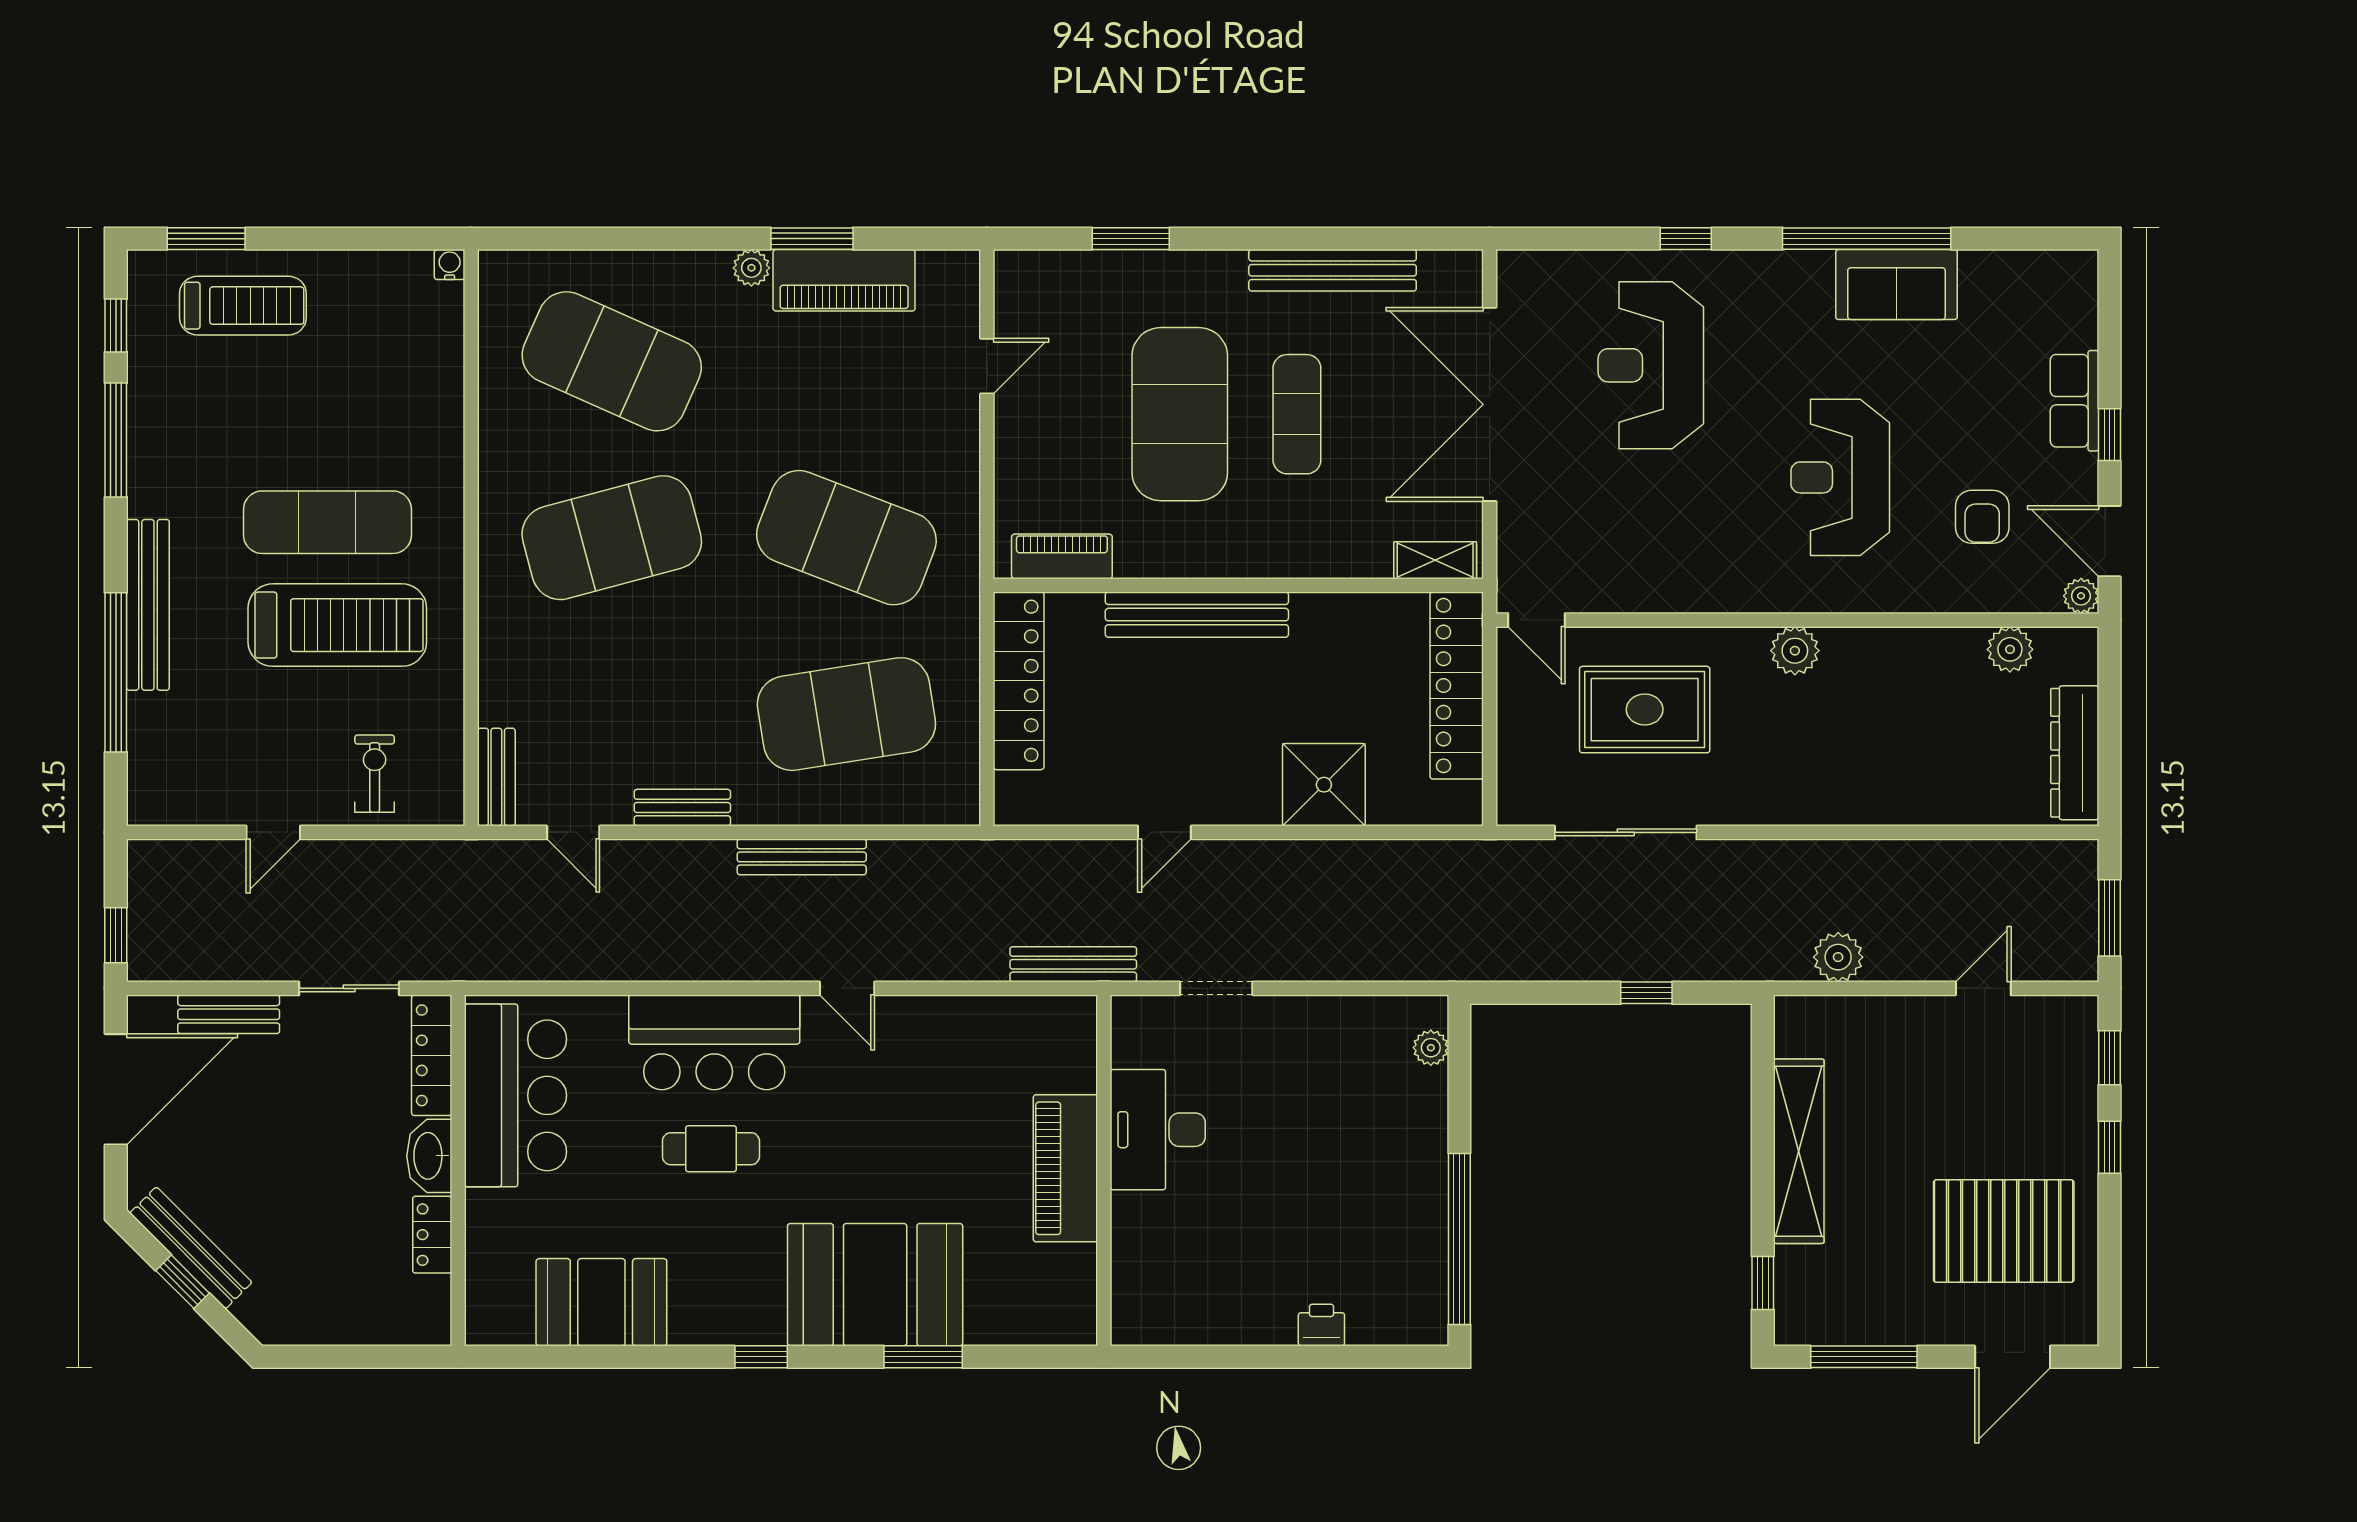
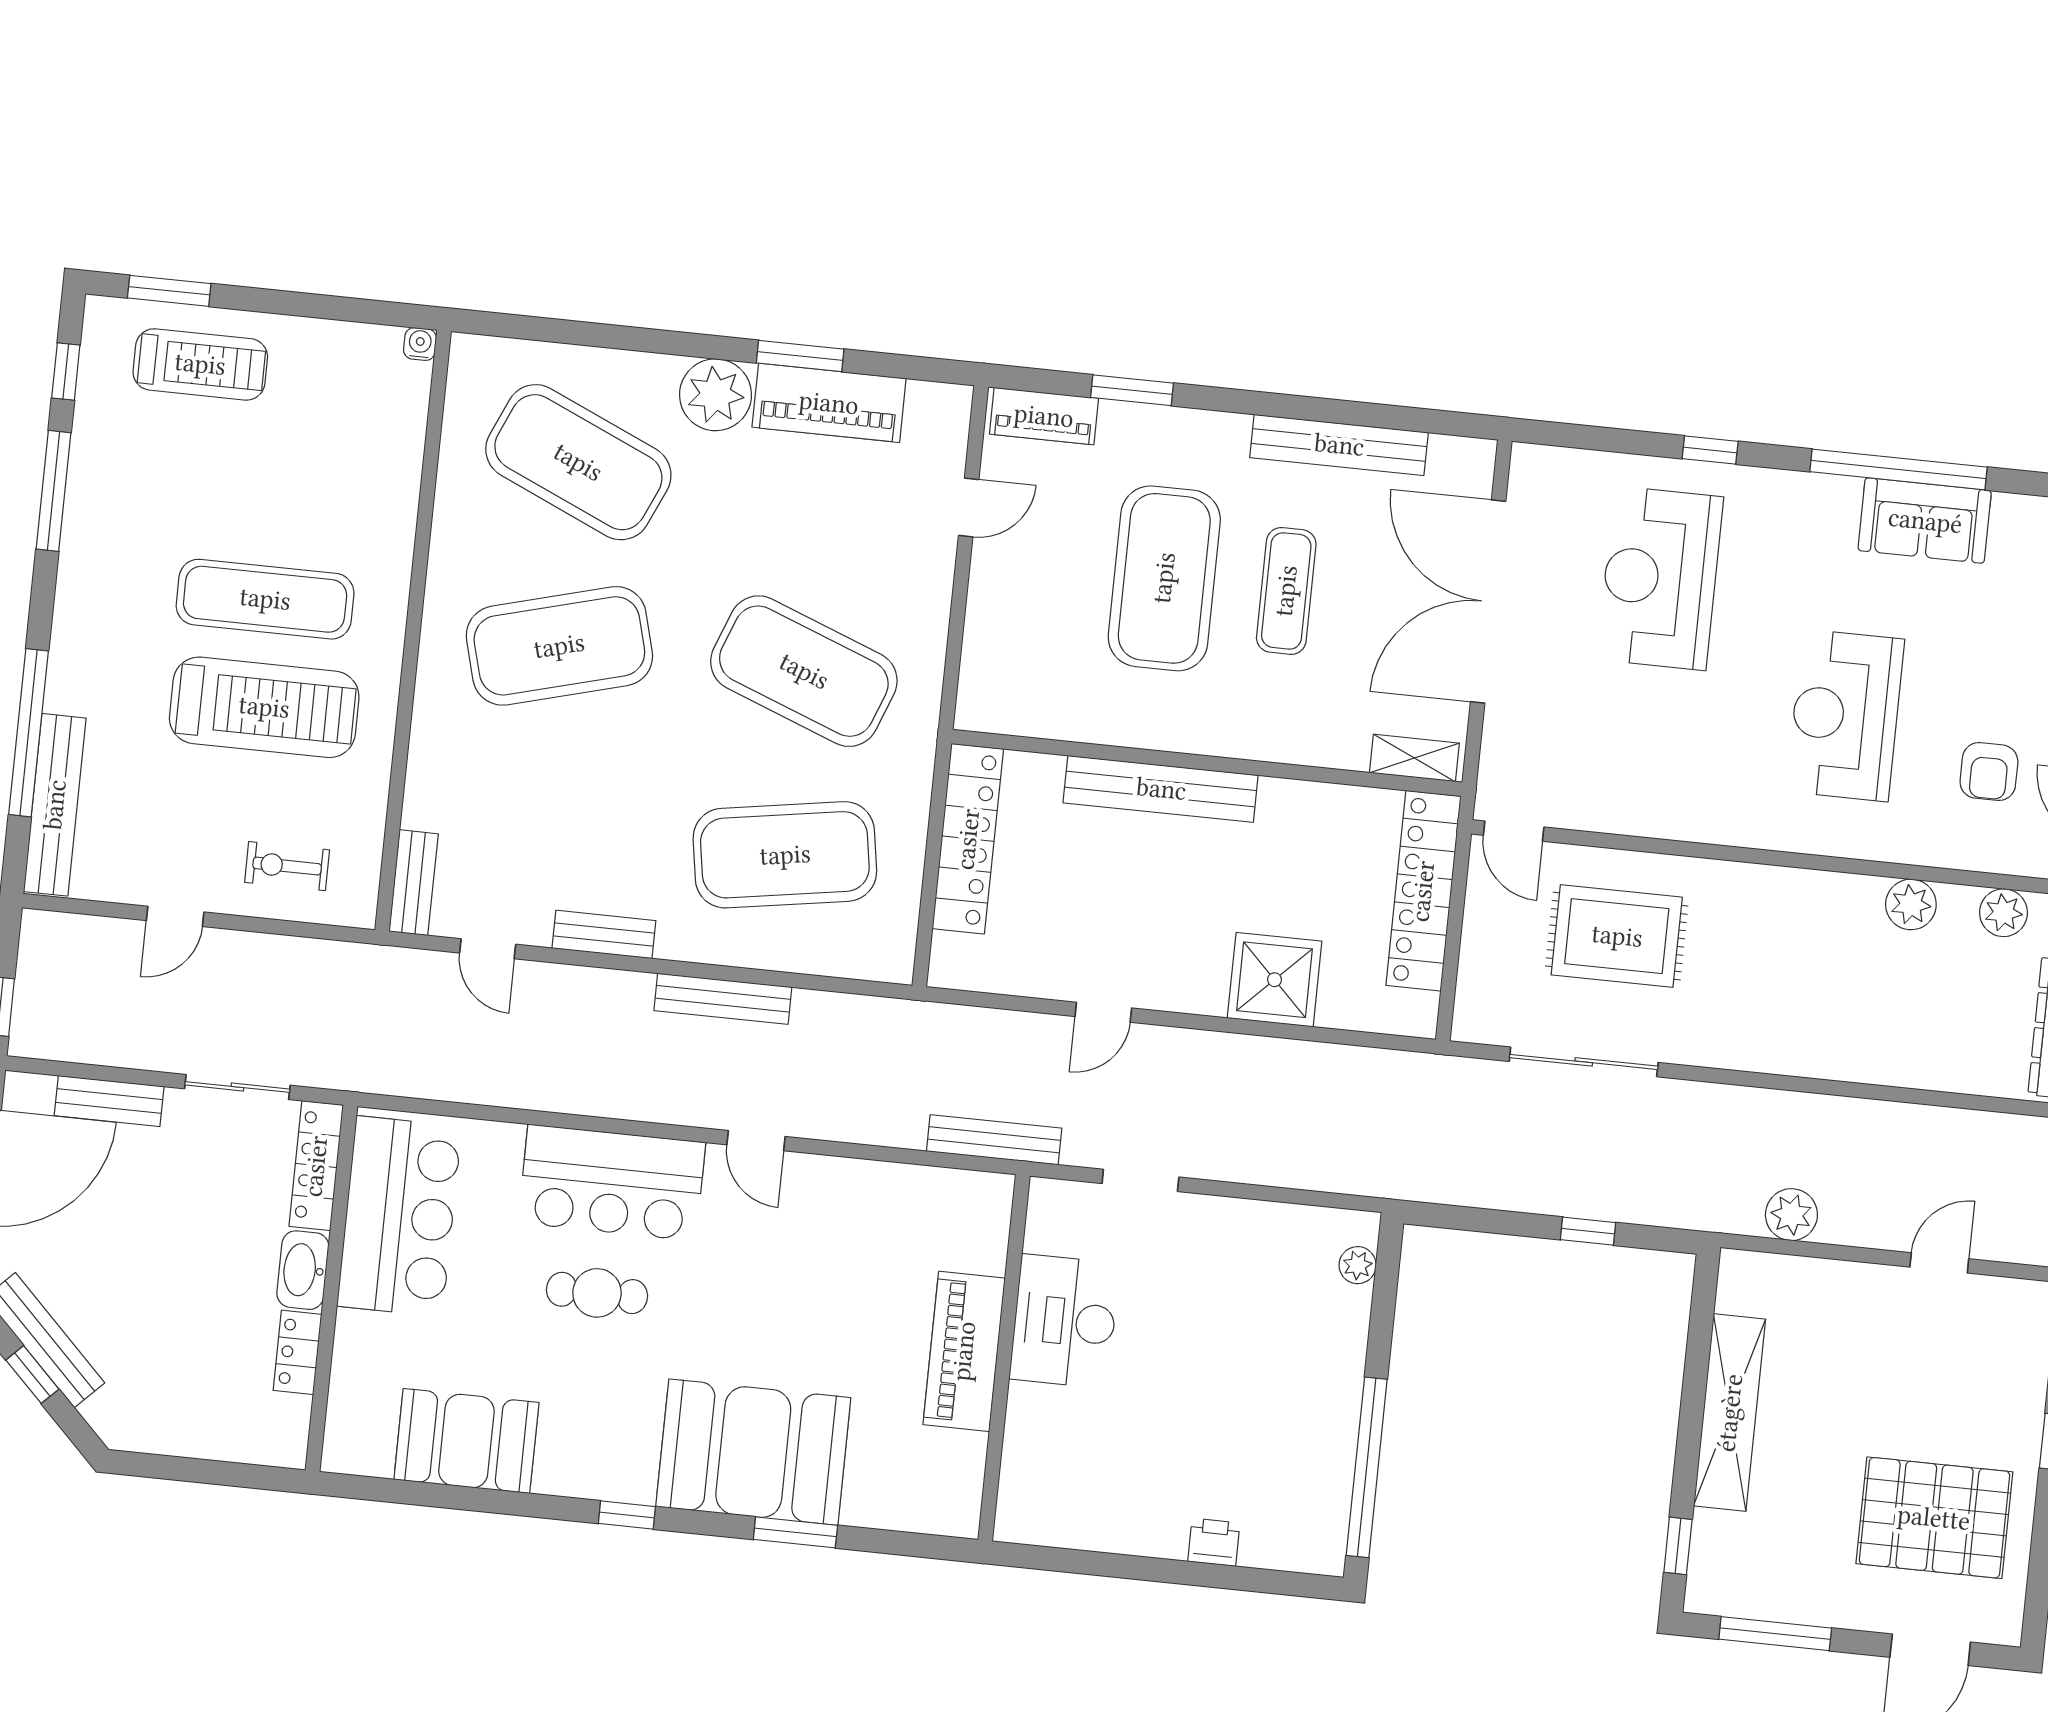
plant: (751, 268) -> (715, 395), width x1.87, depth x1.87
piano: (1062, 556) -> (1044, 416), moved, turned 180
bench: (148, 605) -> (55, 805), moved
plant: (1795, 651) -> (1911, 904), moved
exercise bike: (375, 774) -> (287, 866), turned -90

